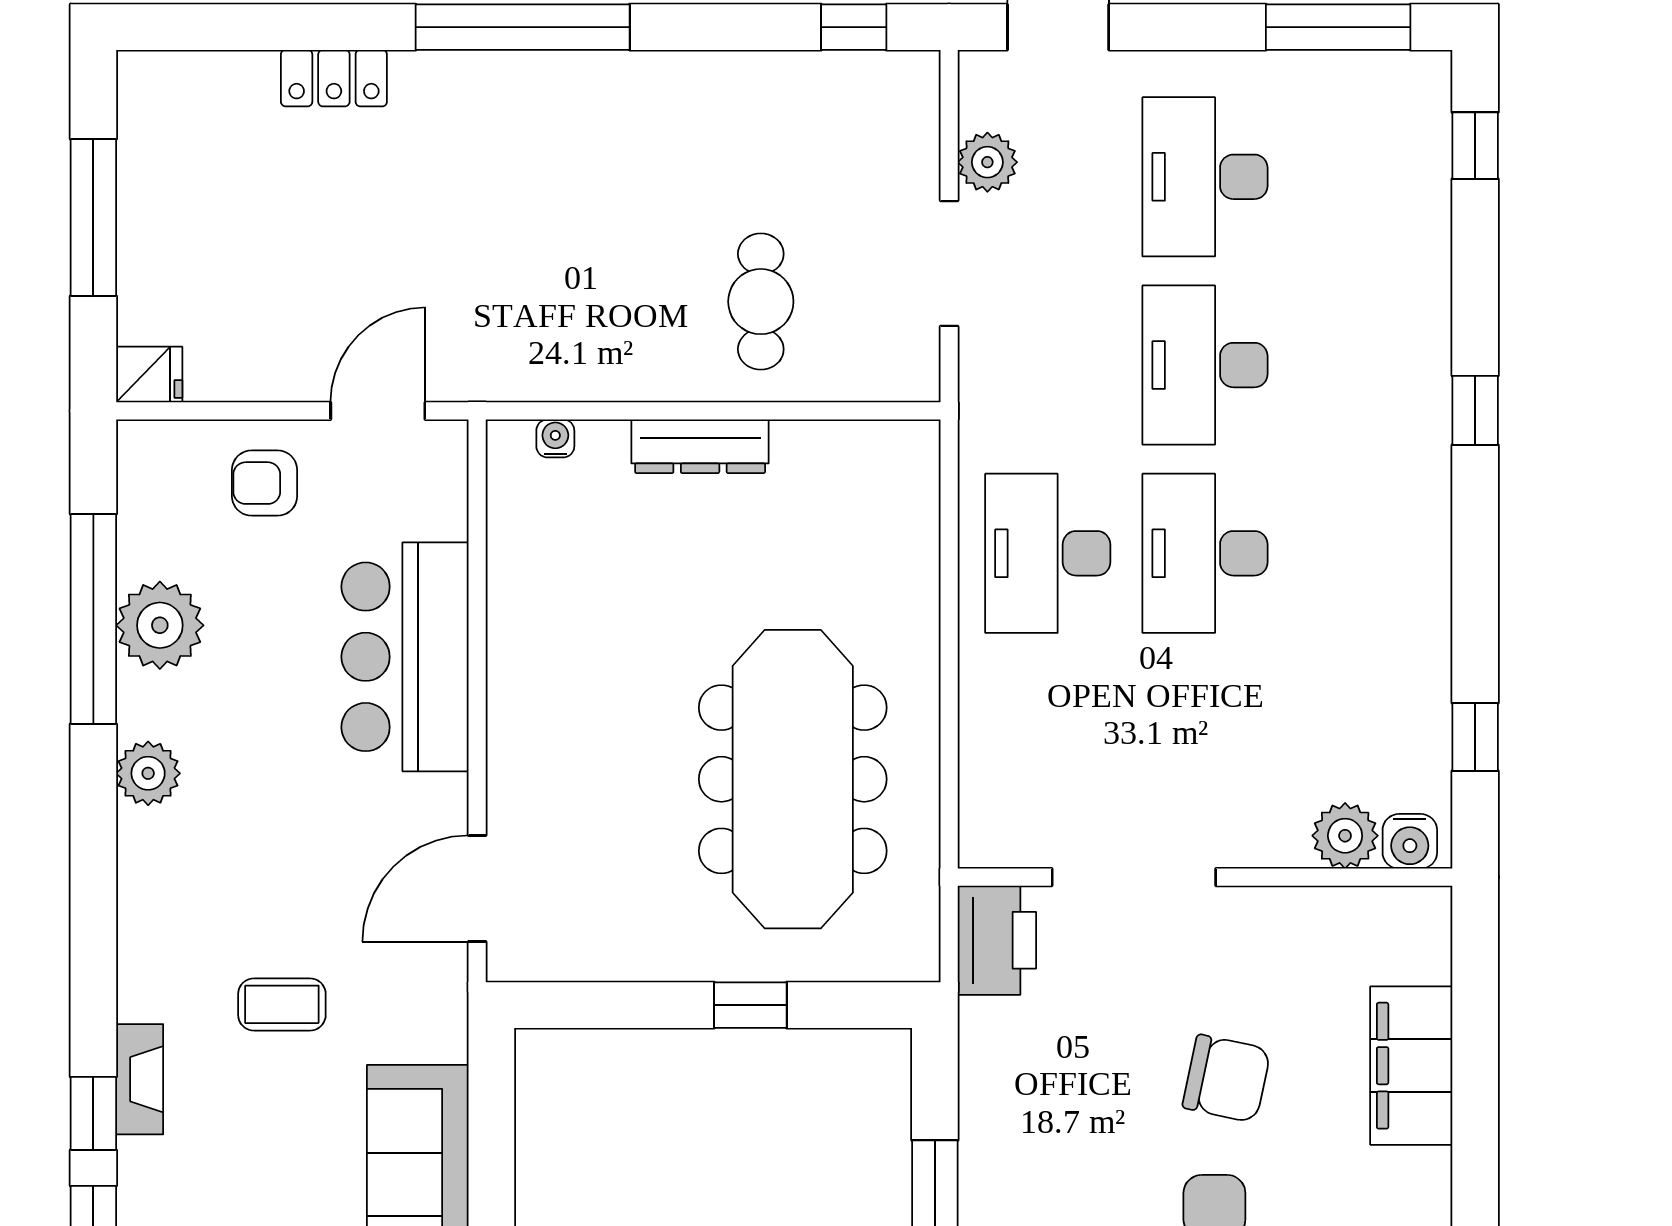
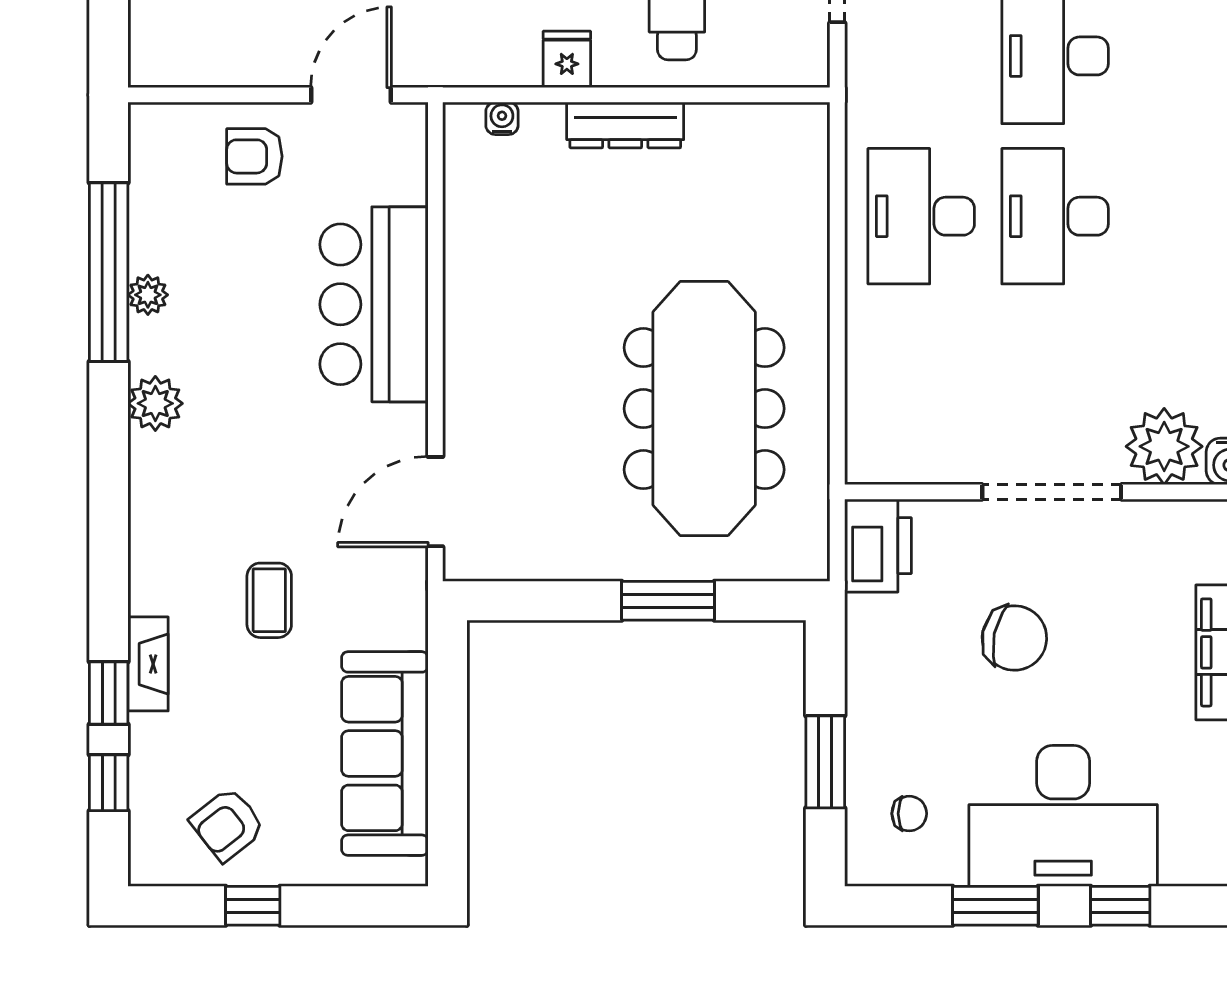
fridge: (149, 375) -> (567, 59), moved, turned -90
plant: (160, 625) -> (148, 295), width x0.53, depth x0.53
plant: (1345, 836) -> (1164, 446), width x1.36, depth x1.36
doorway: (1134, 877) -> (1052, 492), moved
coffee table: (282, 1004) -> (269, 600), turned 90
window: (750, 1005) -> (668, 601), width x1.50
chair: (1227, 1078) -> (1014, 638), moved

